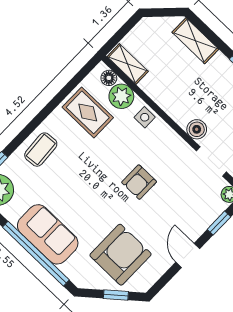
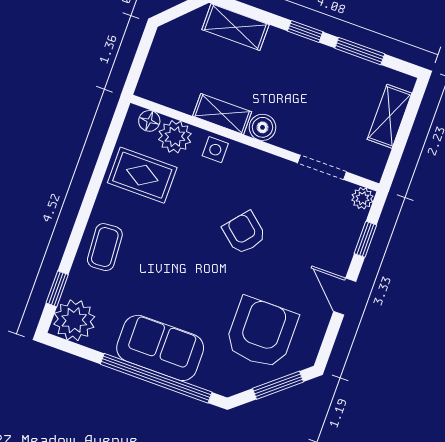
shelving: (128, 64) -> (222, 114), moved
boiler: (197, 129) -> (262, 127), moved
armchair: (139, 182) -> (244, 233), turned 130
window: (116, 295) -> (278, 385), width x1.50

